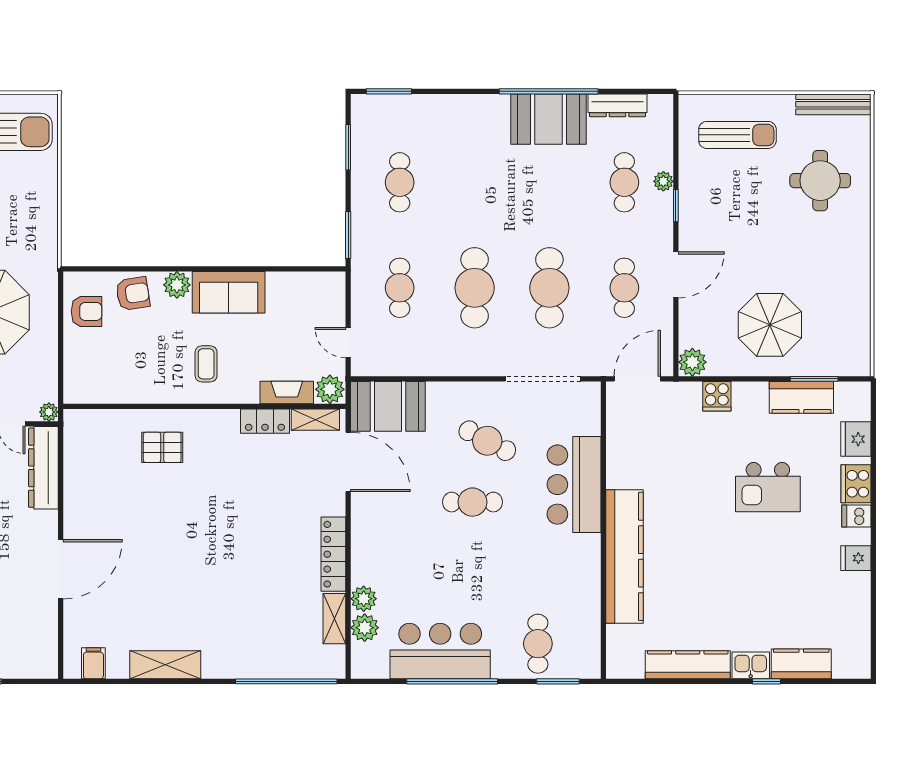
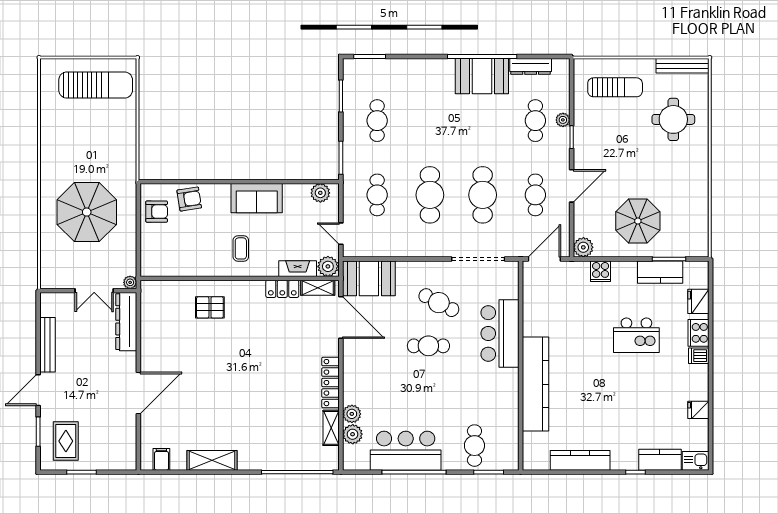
plant: (177, 285) -> (320, 193), moved
fridge: (856, 558) -> (698, 410), moved
kitchen sink: (751, 665) -> (696, 461), moved

